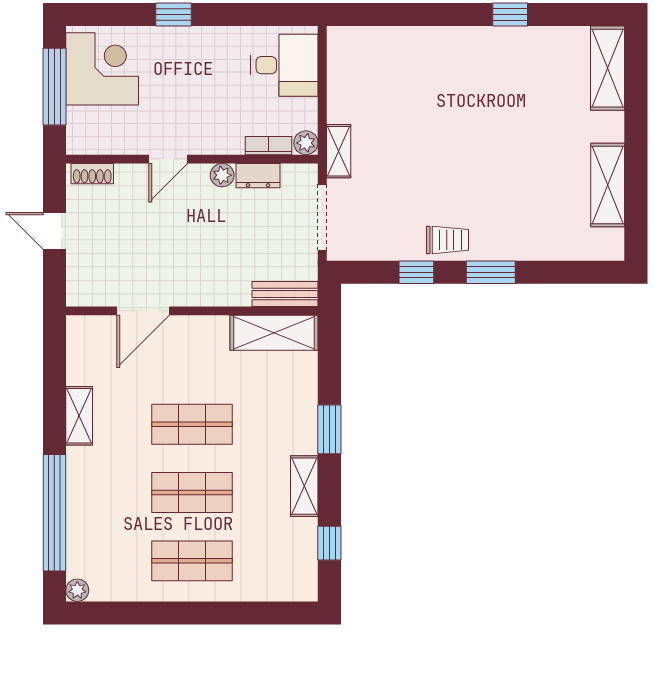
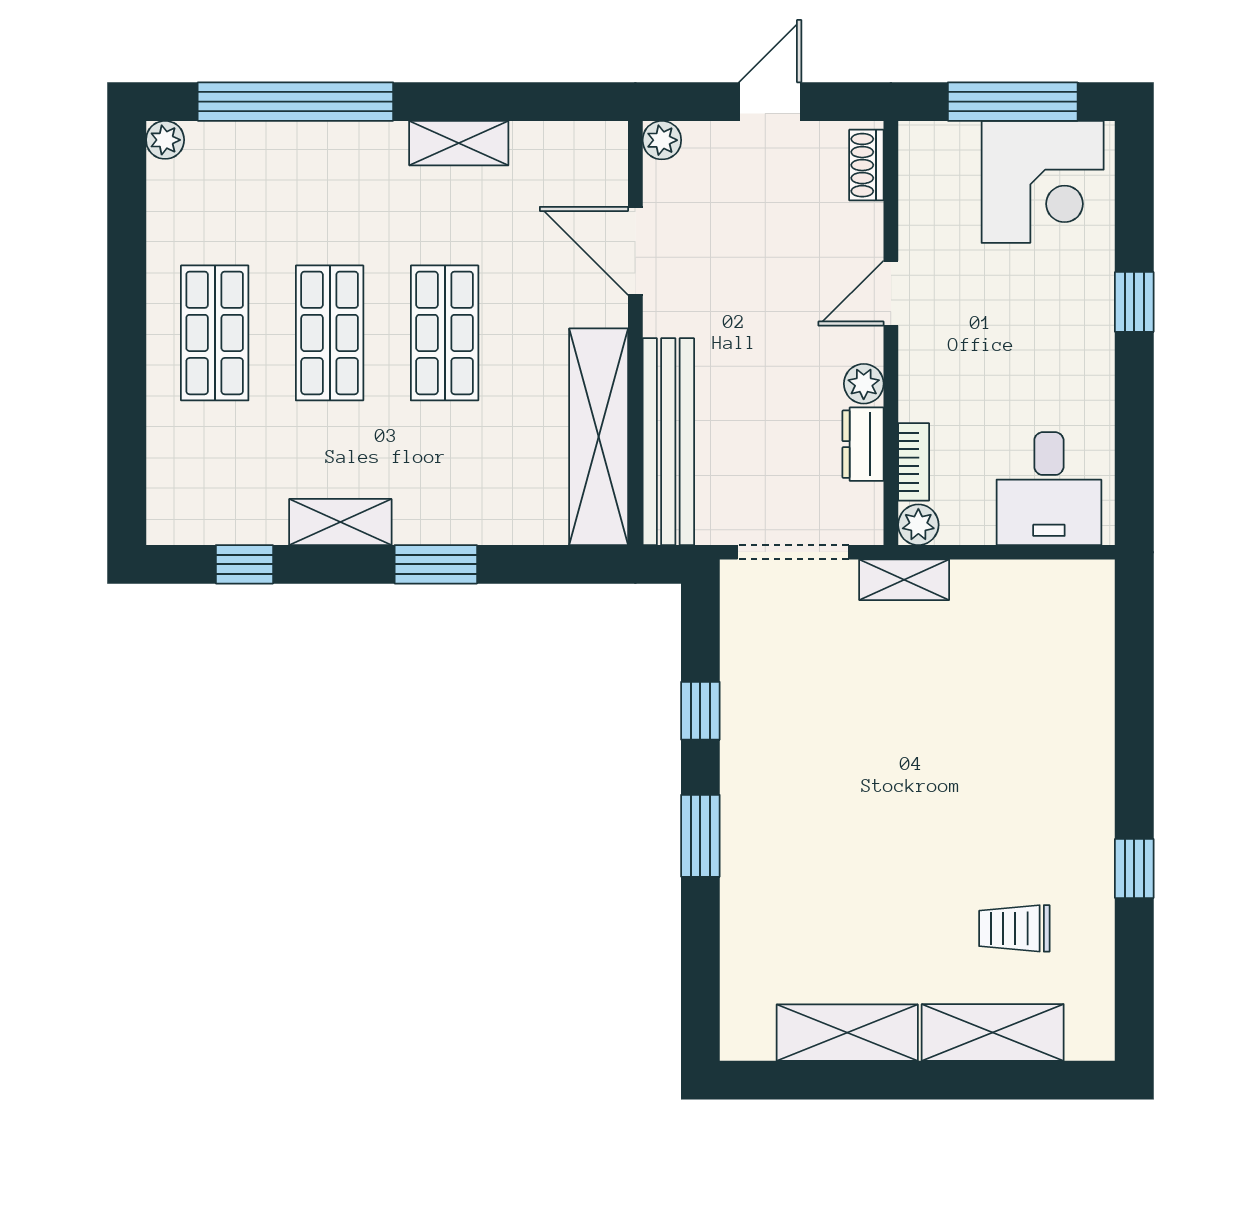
shelving: (608, 68) -> (993, 1032), moved
door: (168, 159) -> (891, 293), hinge flipped
trolley: (447, 240) -> (1014, 928), moved, turned 90
bench: (285, 294) -> (668, 442), width x1.86, depth x1.21
plant: (77, 295) -> (662, 140), added
shelving: (274, 333) -> (599, 437), width x1.47

